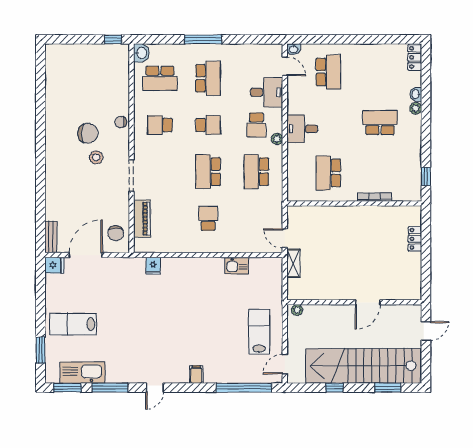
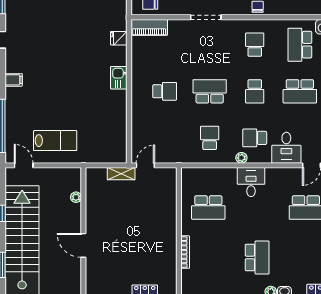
school desk: (256, 172) -> (210, 138), width x0.54
school desk: (328, 173) -> (208, 207), turned 180
piano: (142, 219) -> (149, 27), moved
kitchen sink: (237, 266) -> (119, 78), moved
plant: (297, 310) -> (76, 197), moved

